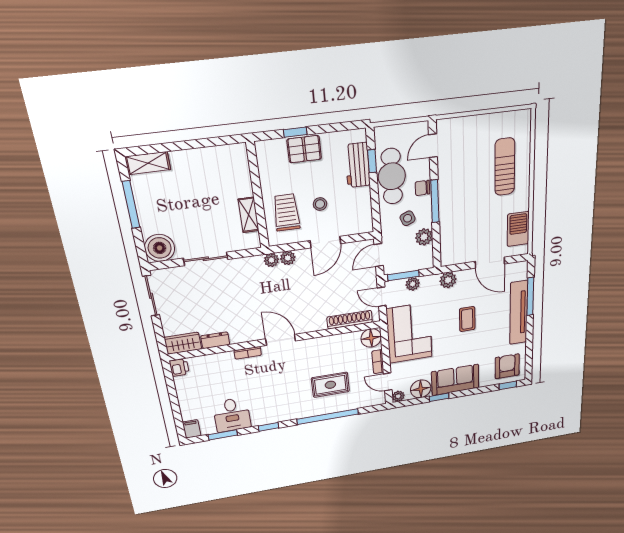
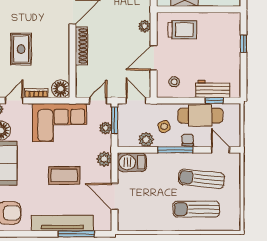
pallet: (304, 149) -> (230, 49), removed
sun lounger: (469, 165) -> (201, 179), added
sun lounger: (505, 167) -> (196, 209), turned 180
stool: (320, 204) -> (174, 82), moved
barbecue: (518, 229) -> (132, 162), moved, turned 180
door: (325, 242) -> (154, 58), hinge flipped
plant: (271, 260) -> (145, 13), removed
door: (490, 263) -> (115, 196), hinge flipped
coffee table: (467, 319) -> (64, 175), width x1.36, depth x1.30
shoe rack: (350, 320) -> (81, 46), moved

